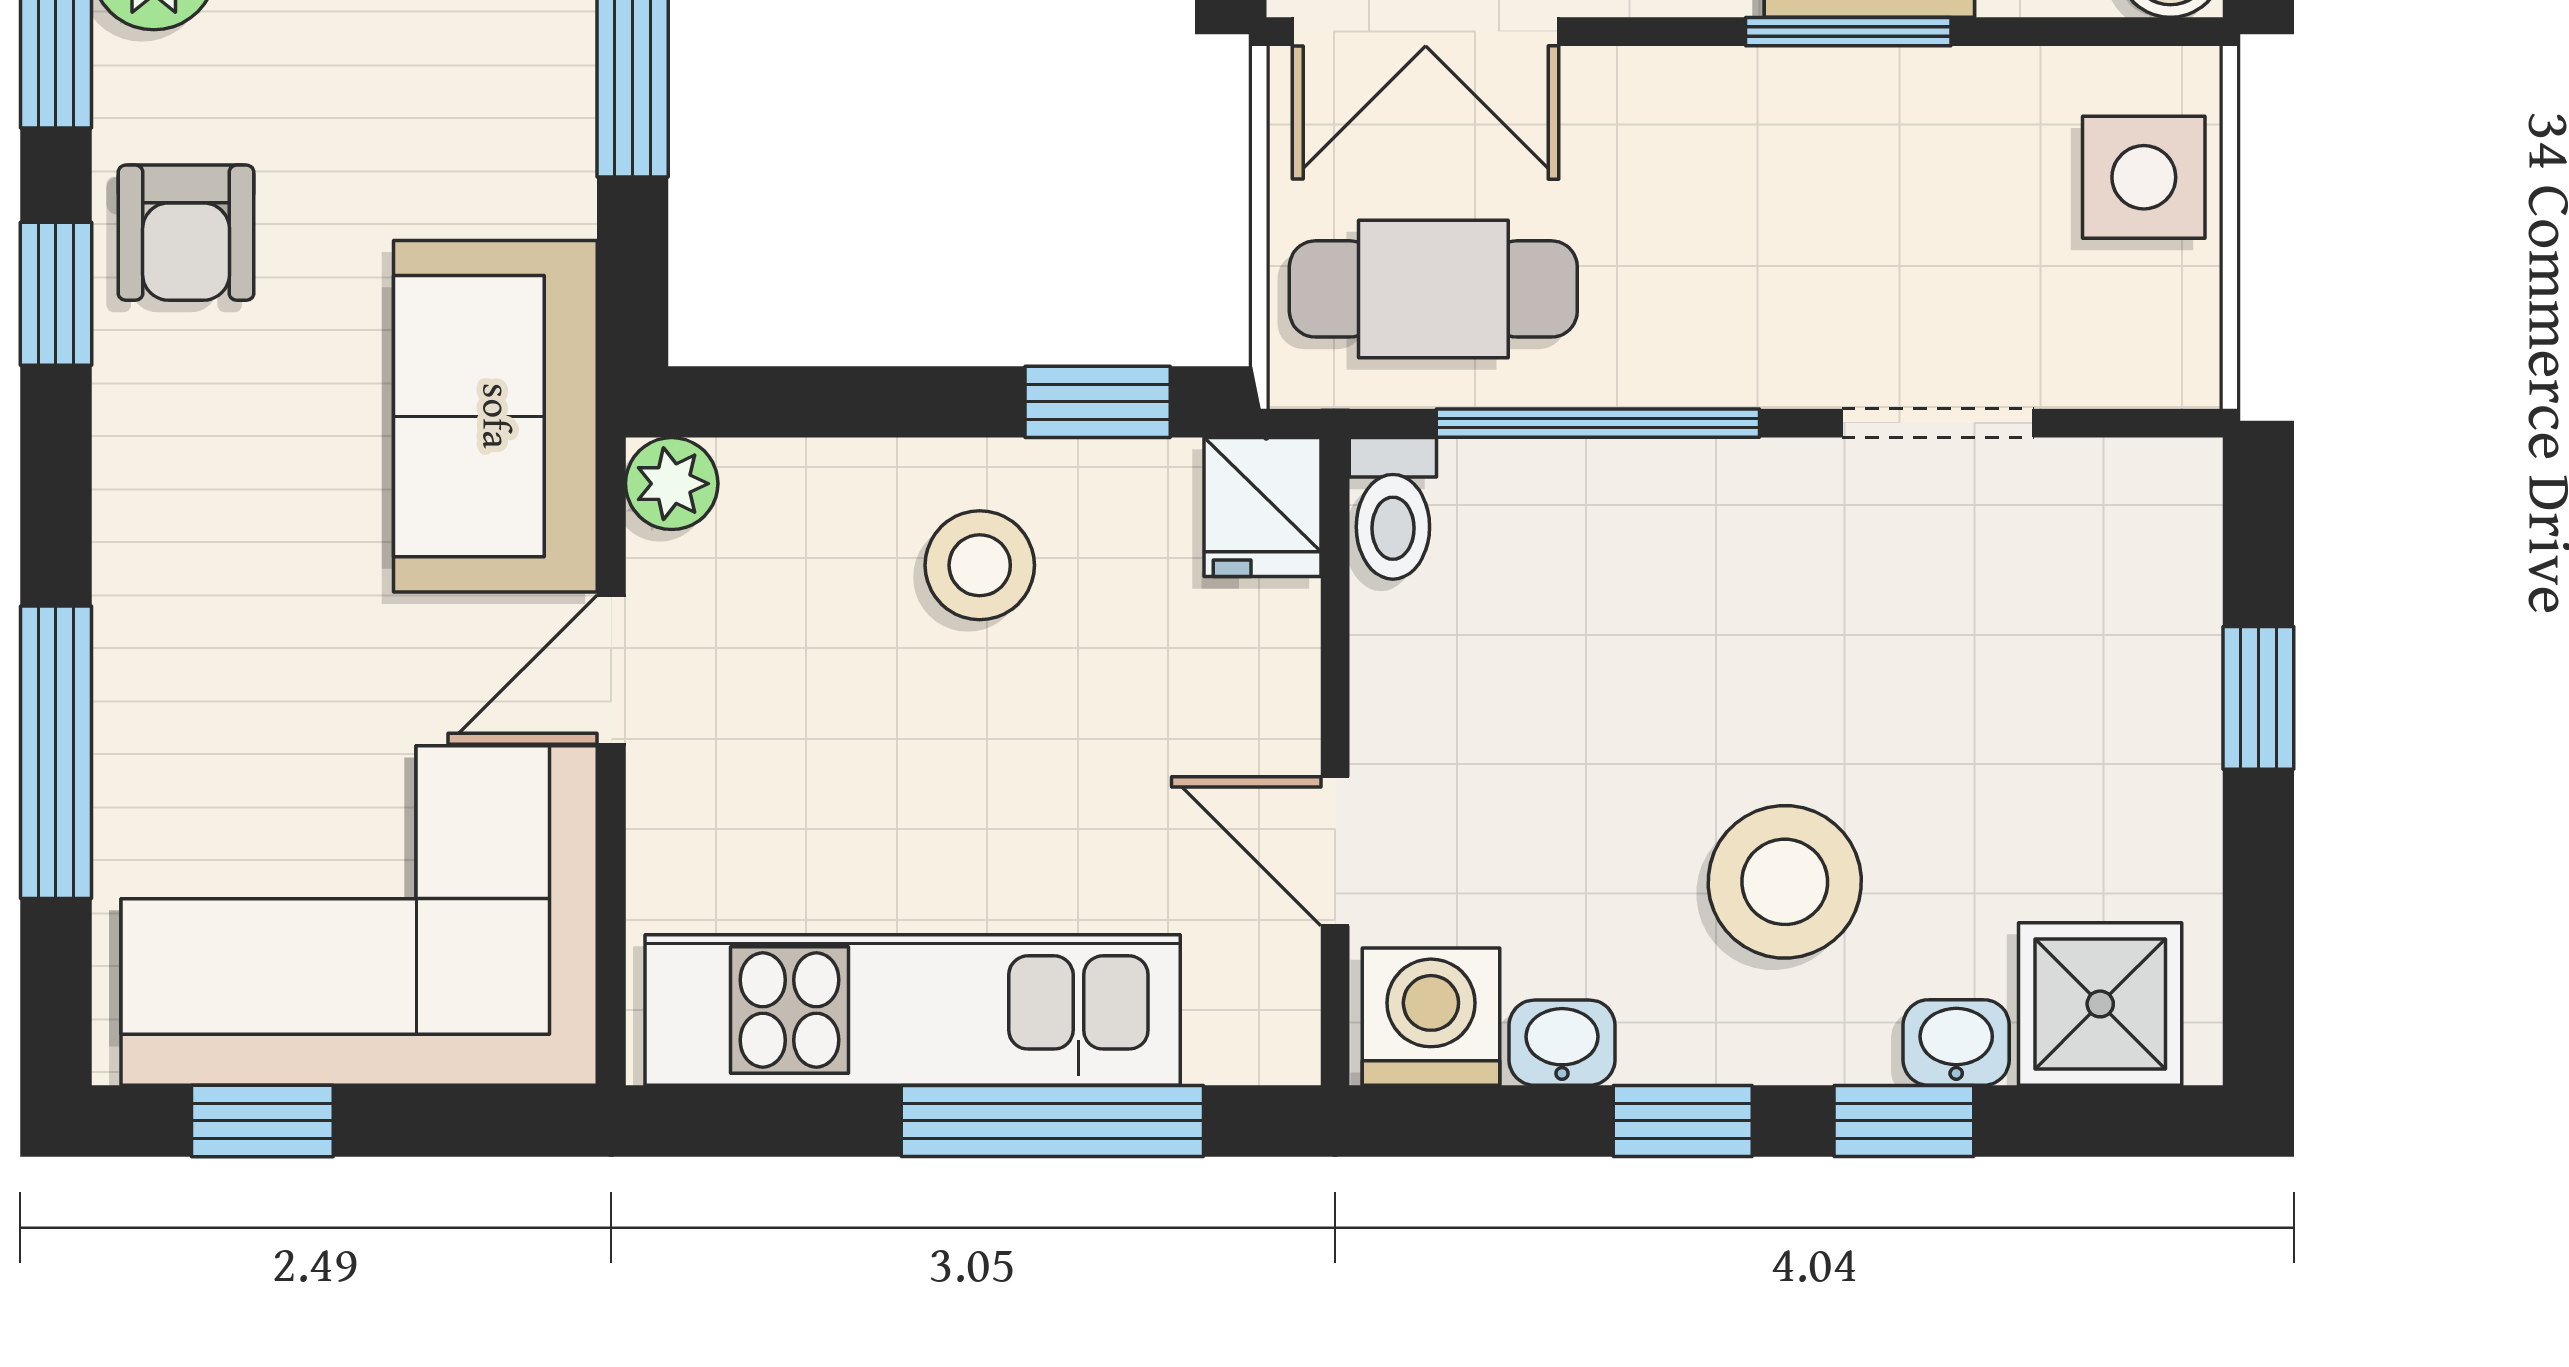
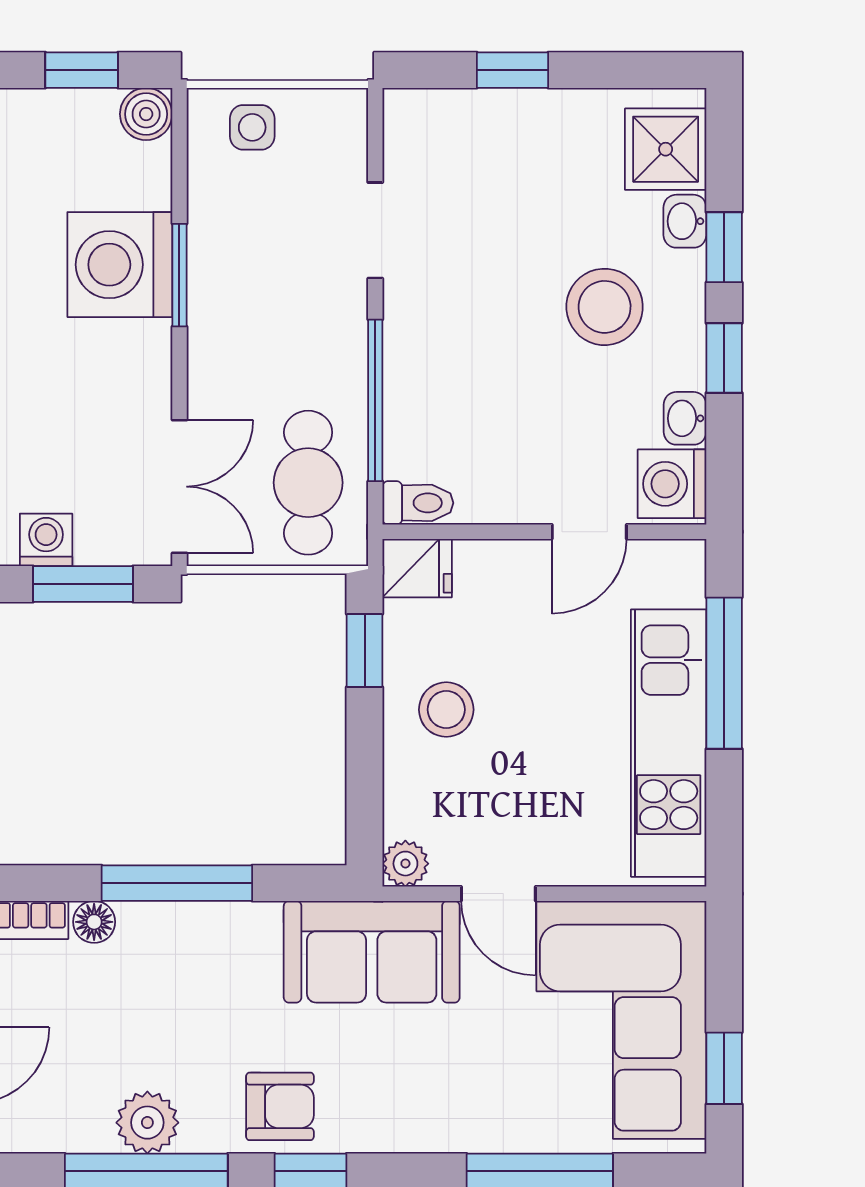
side table: (2144, 177) -> (252, 127), width x0.73, depth x0.73

